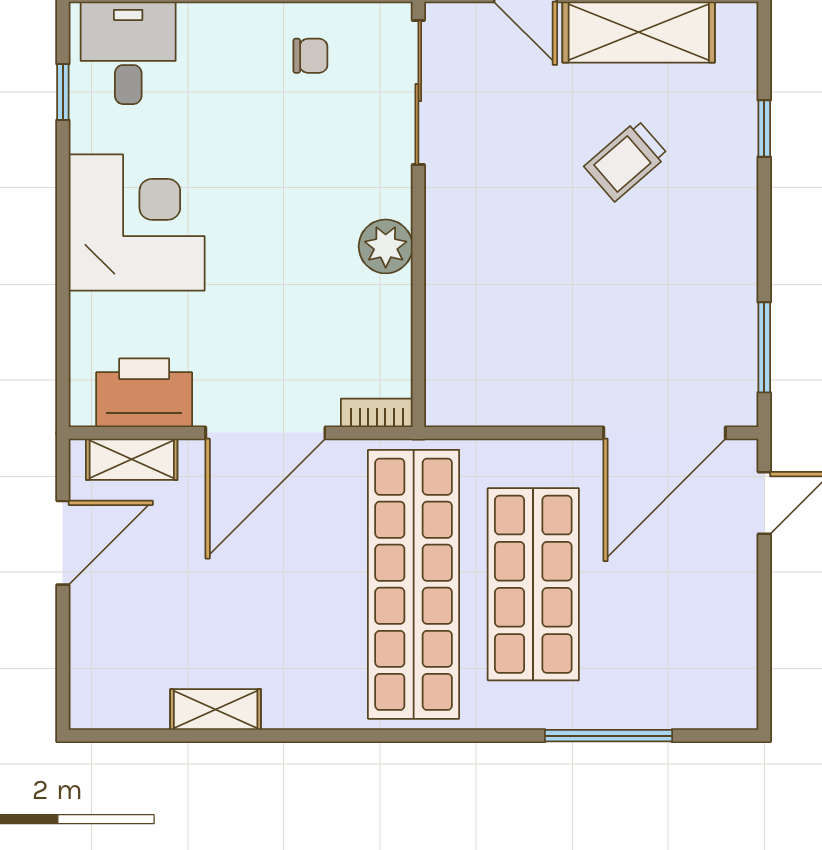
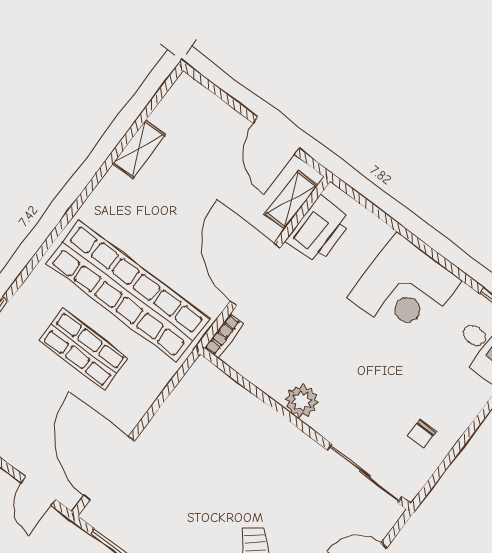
shop shelf: (533, 584) -> (84, 349), width x0.70, depth x0.74

